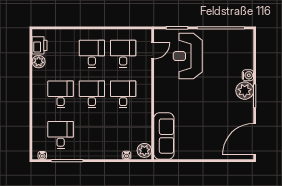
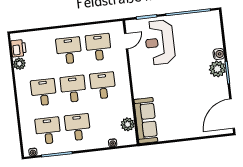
desk: (92, 135) -> (78, 127), added
plant: (144, 150) -> (128, 124), moved

